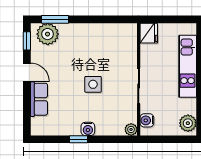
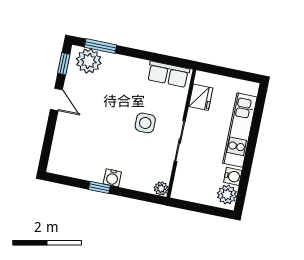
fridge: (149, 33) -> (201, 97), moved
side table: (93, 84) -> (145, 123), moved
row of seats: (39, 99) -> (168, 74), moved, turned 90
water cooler: (147, 120) -> (233, 176), moved, turned 180

